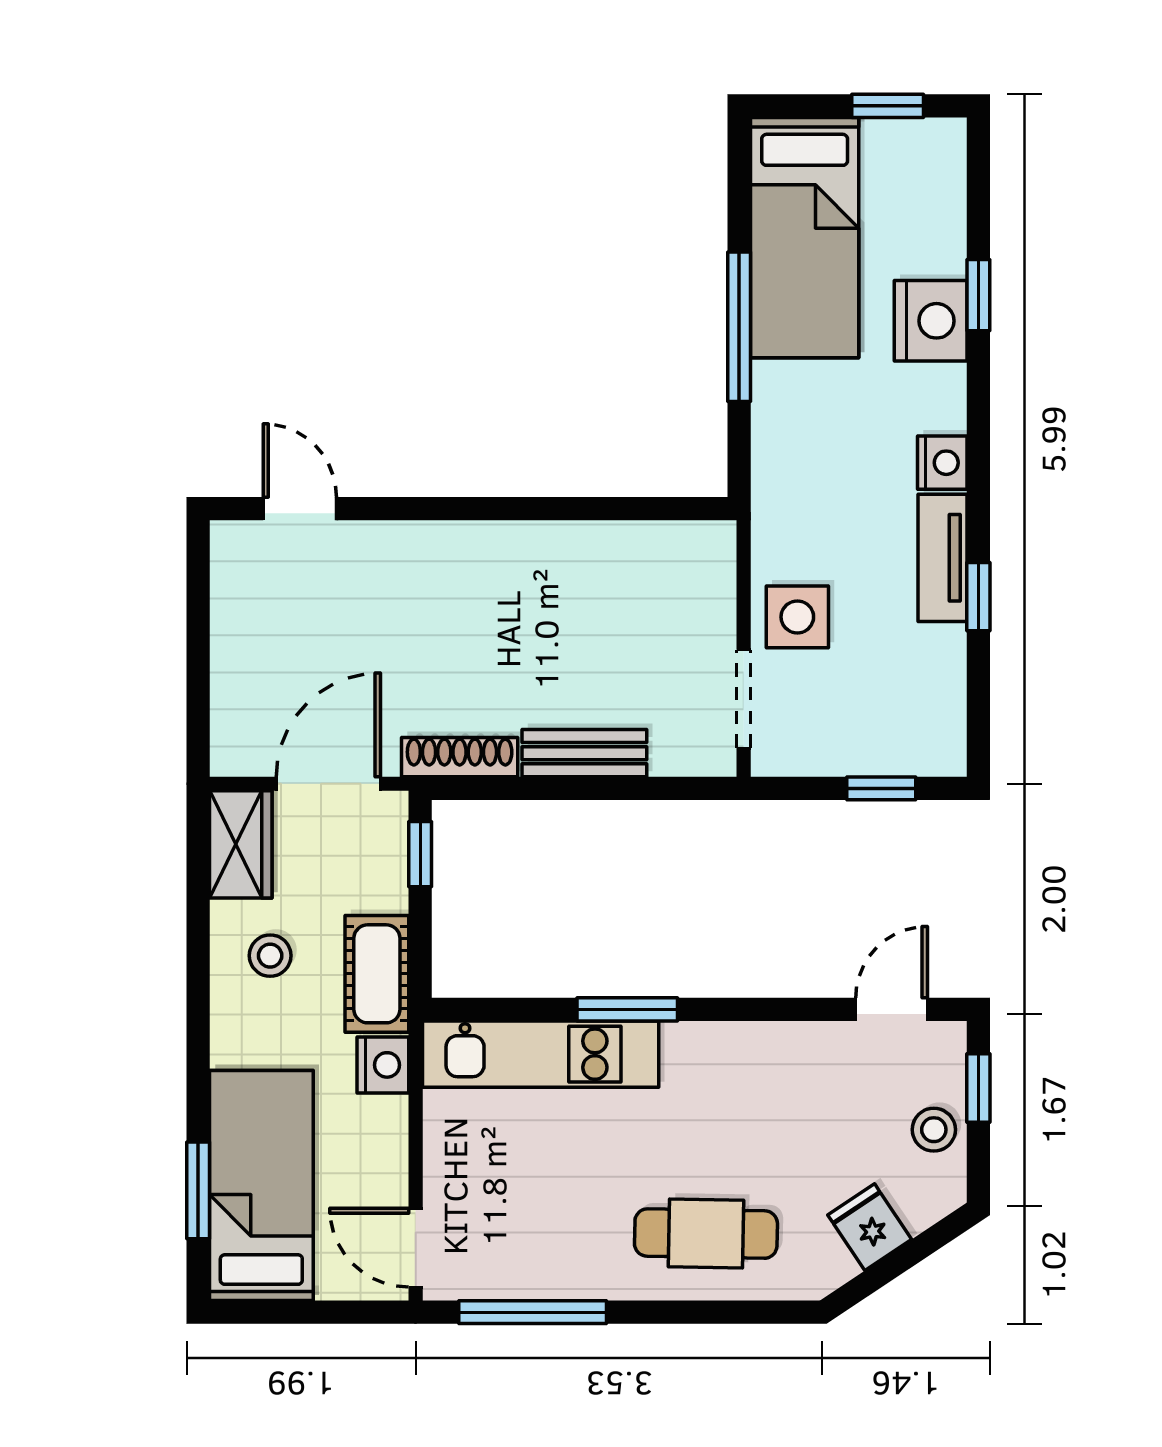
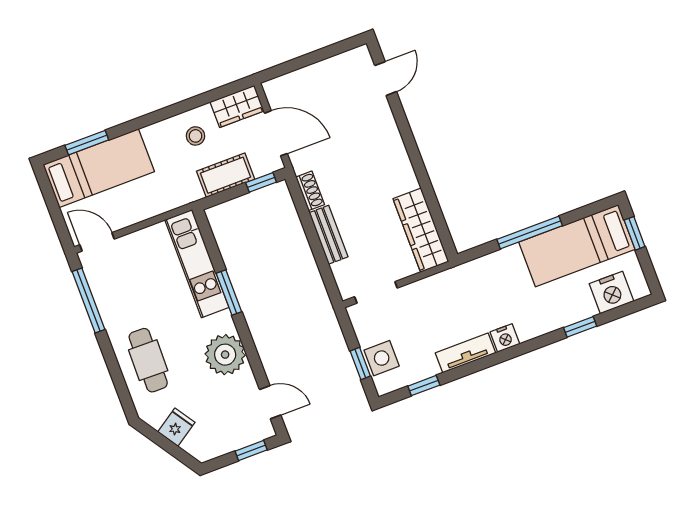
window: (888, 106) -> (635, 233), moved
nightstand: (931, 321) -> (612, 292), moved
wardrobe: (648, 555) -> (421, 230), added
window: (978, 597) -> (424, 386), moved
side table: (797, 617) -> (382, 358), moved
shoe rack: (460, 757) -> (310, 191), width x0.70
cot: (377, 974) -> (226, 175), moved
nightstand: (383, 1065) -> (168, 200), removed
plant: (755, 1067) -> (225, 355), added
stool: (934, 1130) -> (227, 439), removed
door: (416, 1248) -> (97, 242), hinge flipped

